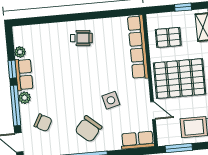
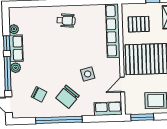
door: (153, 111) -> (122, 85), swing flipped
chair: (43, 123) -> (39, 94), moved

